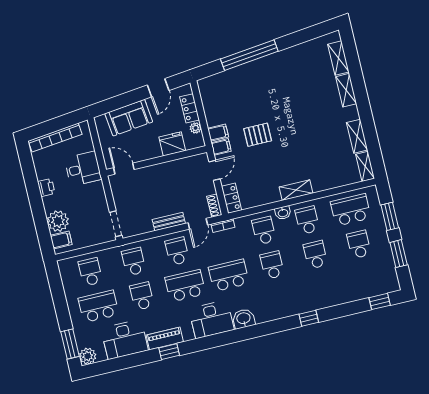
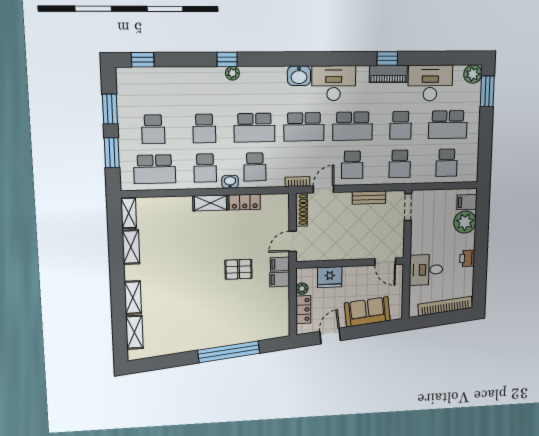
locker: (232, 198) -> (245, 202), moved, turned -90
shoe rack: (214, 206) -> (302, 210), width x1.43
bench: (169, 222) -> (369, 197), moved
school desk: (272, 265) -> (254, 128), width x1.85
plant: (302, 308) -> (232, 73), added

